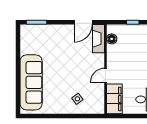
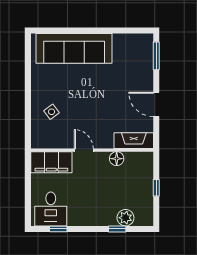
door: (83, 22) -> (156, 104), moved
floor lamp: (112, 39) -> (117, 159), moved

